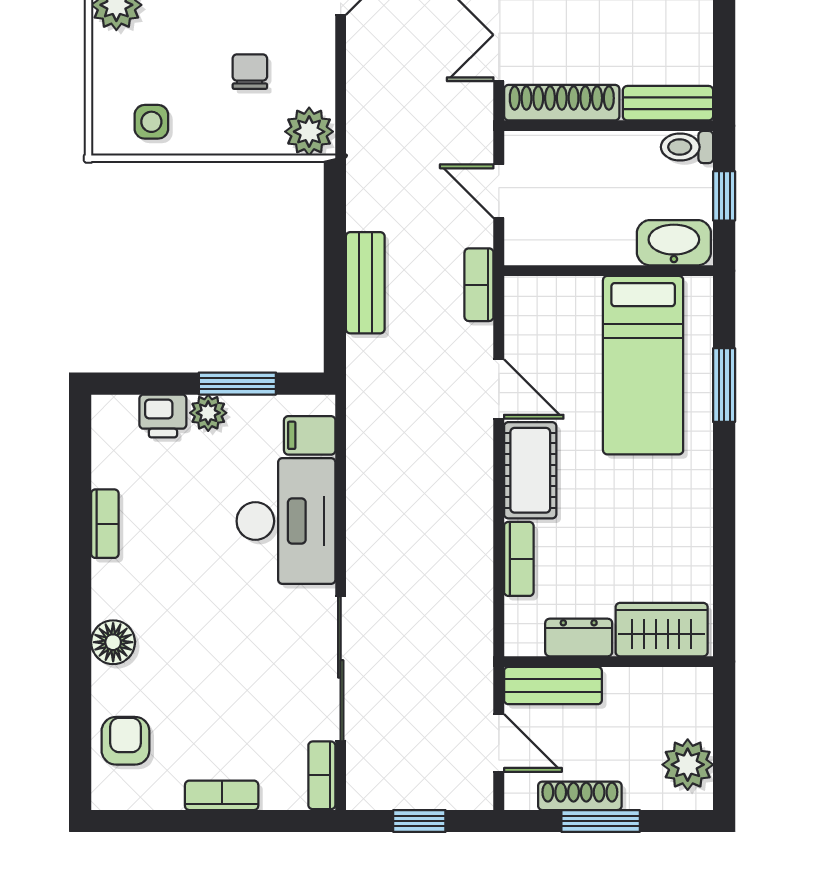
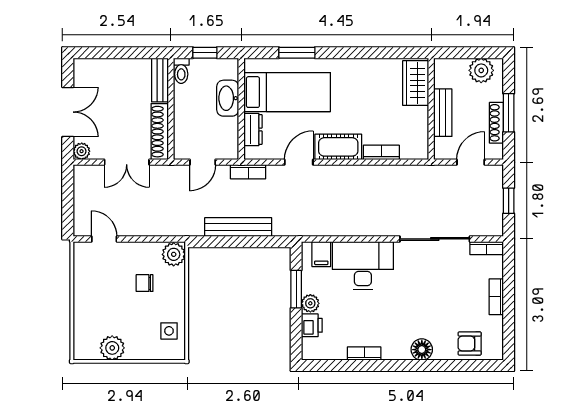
washbasin: (674, 243) -> (228, 98), moved
bench: (365, 283) -> (238, 227), width x1.36
dresser: (579, 637) -> (253, 130), moved, turned 180
bench: (553, 686) -> (443, 113), moved

